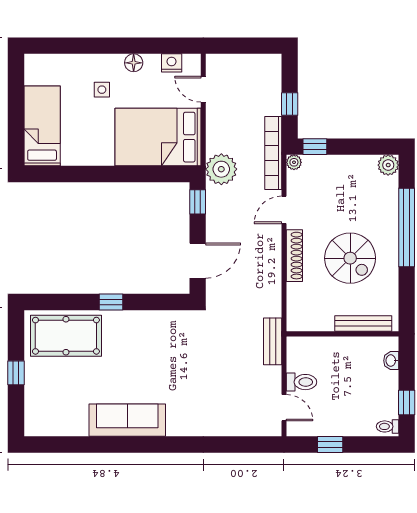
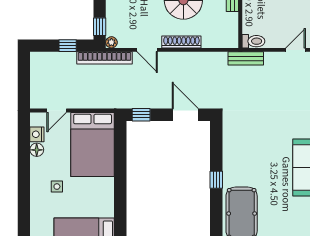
floor lamp: (134, 63) -> (37, 150), moved
plant: (221, 169) -> (117, 97), removed
toilet: (301, 382) -> (253, 41), moved, turned 90

